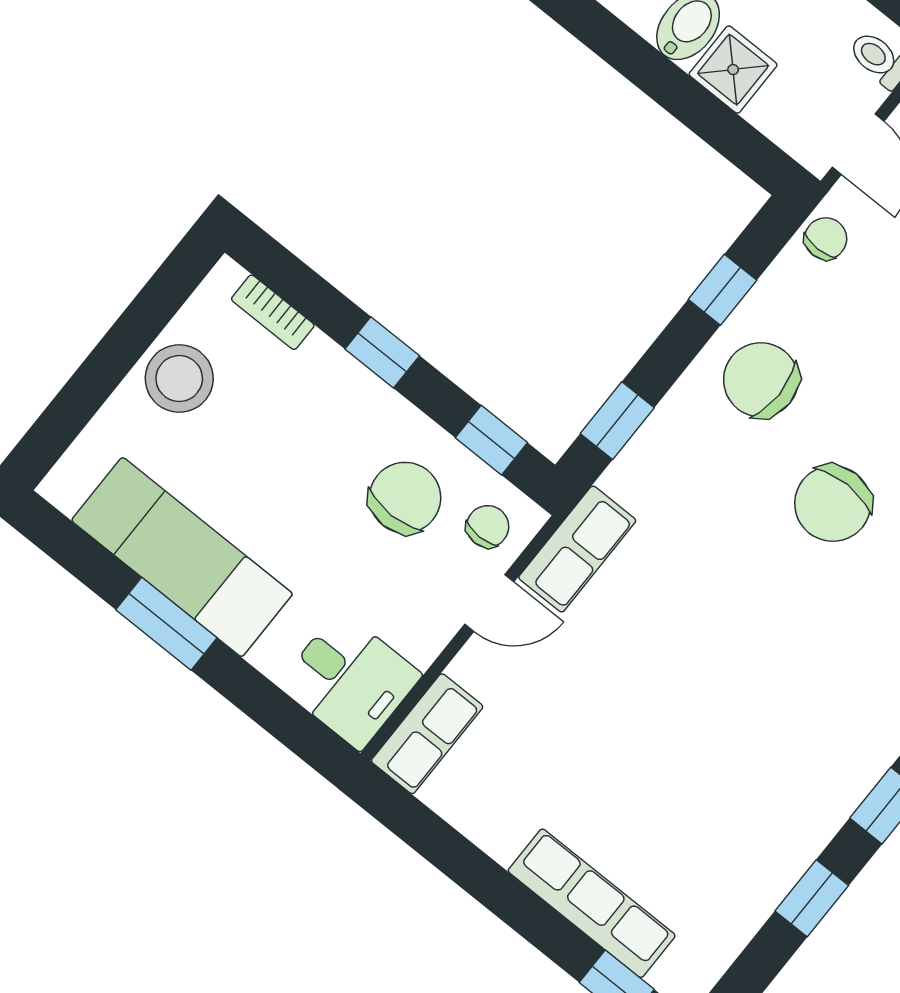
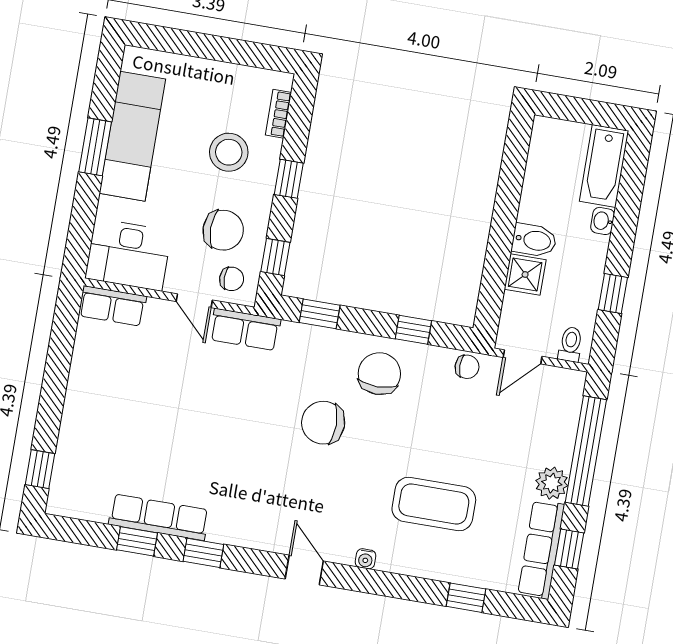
stool: (179, 379) -> (229, 152), moved
chair: (833, 503) -> (323, 423), moved
desk: (350, 680) -> (128, 255), width x1.37
row of seats: (592, 903) -> (159, 517), moved, turned -90

